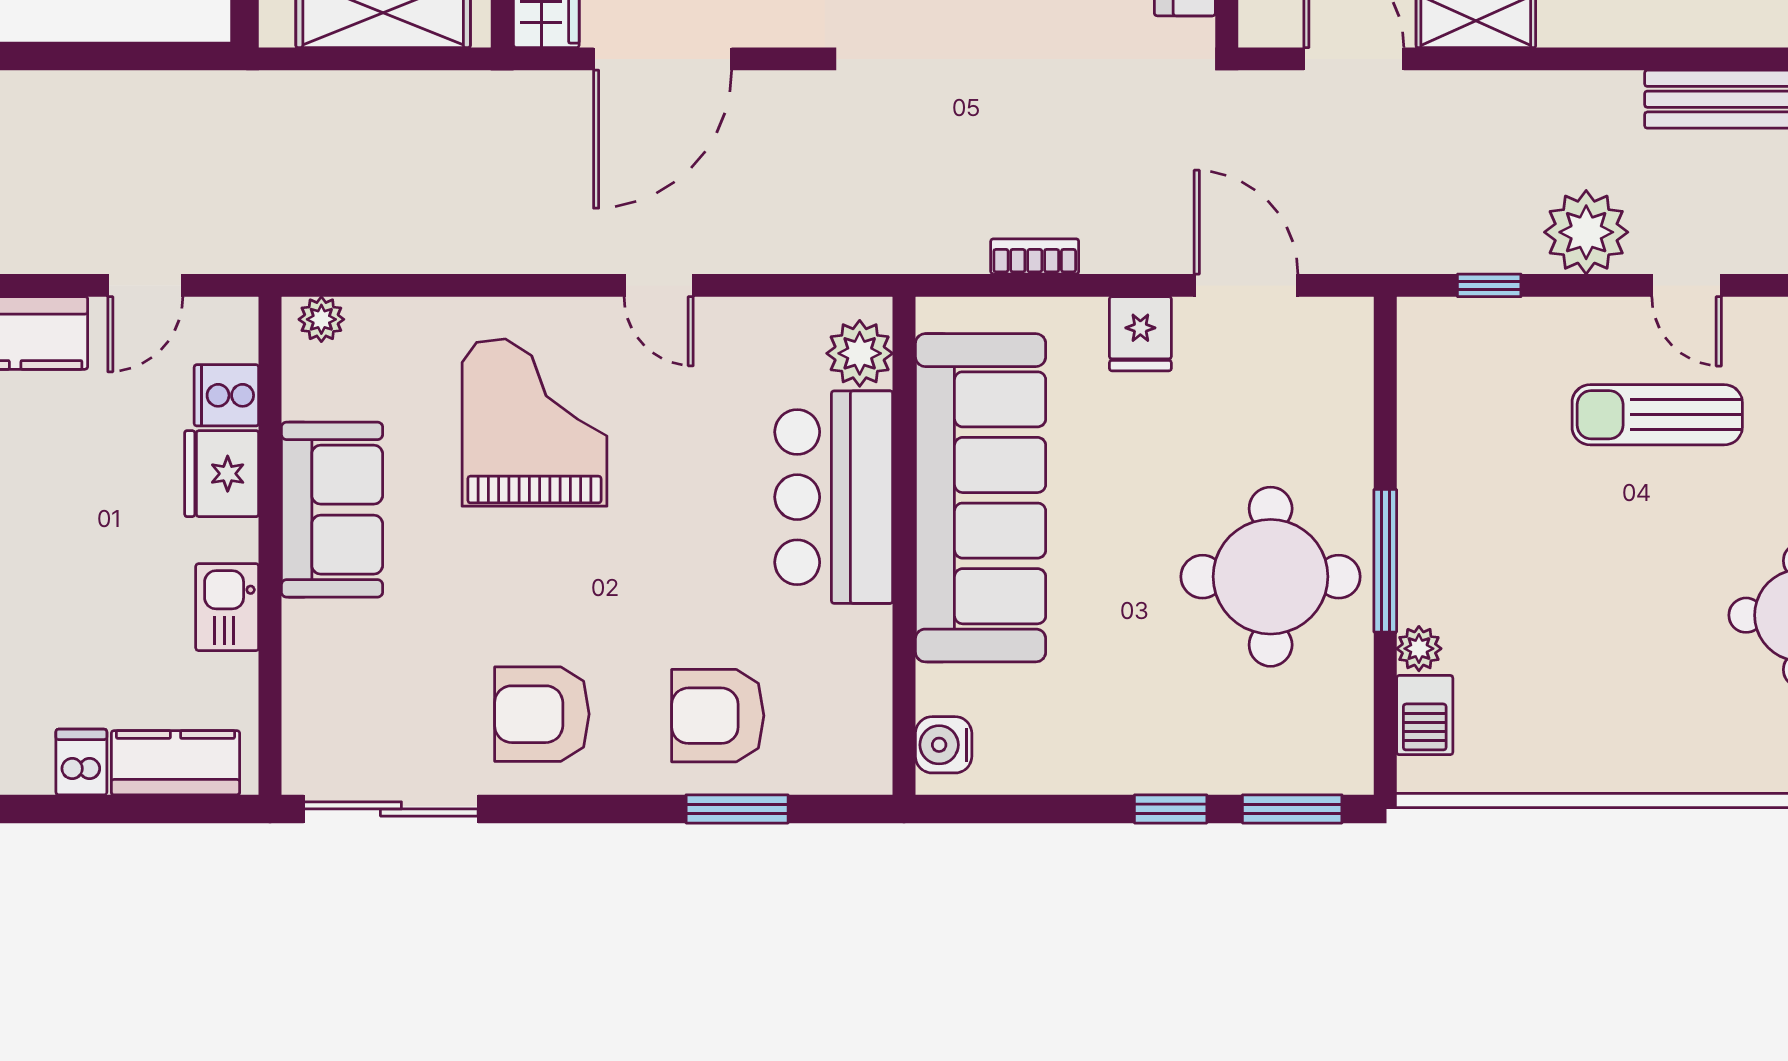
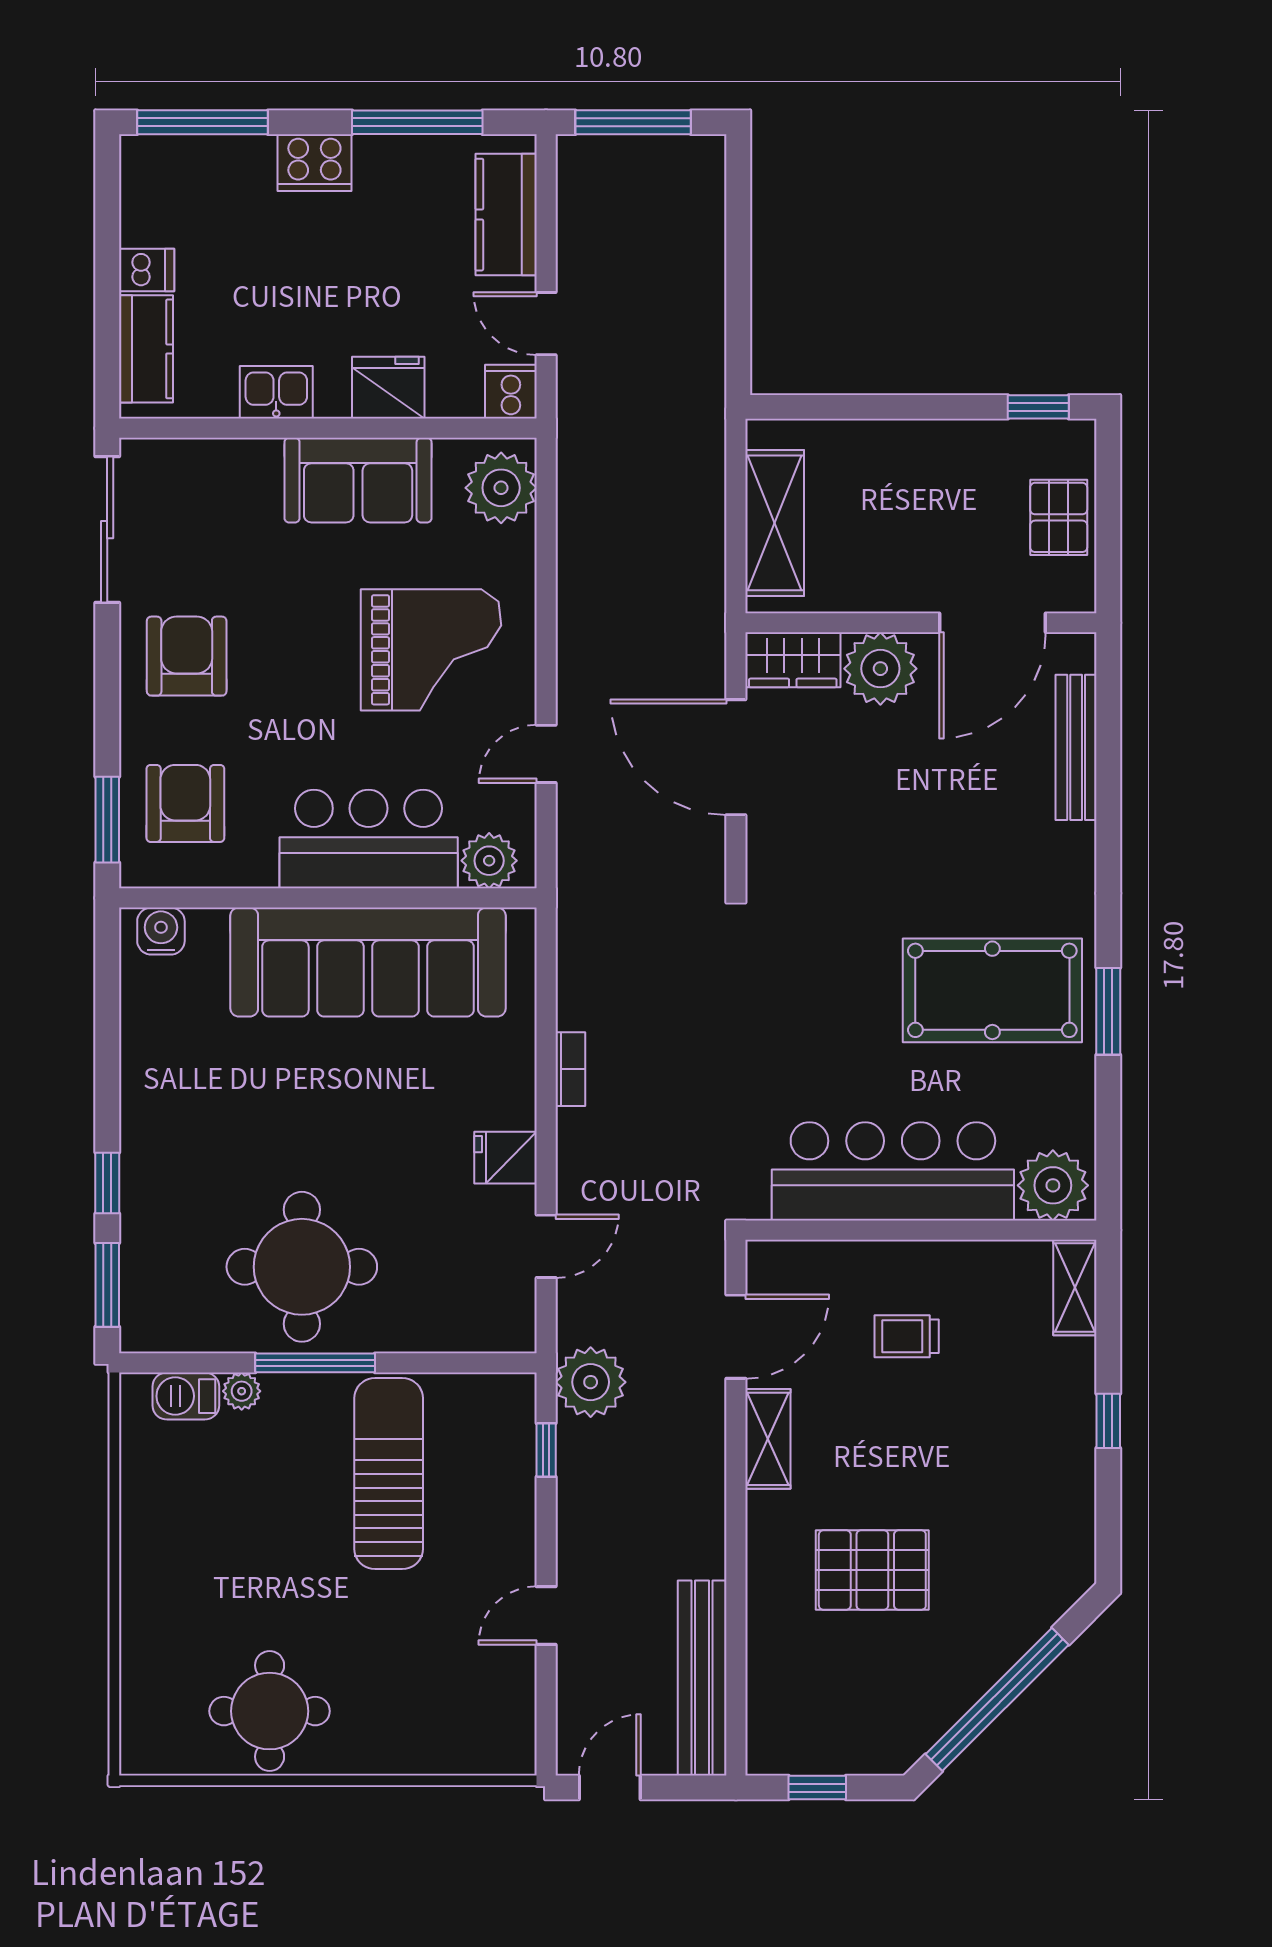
plant: (1586, 232) -> (591, 1382), moved
door: (1246, 285) -> (546, 1246), width x0.73
plant: (321, 319) -> (501, 488), width x1.87, depth x1.87
plant: (860, 353) -> (489, 861), moved
cooker: (226, 395) -> (511, 392), moved
sun lounger: (1657, 415) -> (389, 1474), moved, width x1.36, depth x1.34
bar counter: (834, 497) -> (369, 839), moved
sofa: (981, 498) -> (368, 962), moved
wall: (904, 546) -> (328, 898), moved
water cooler: (944, 745) -> (161, 931), moved

